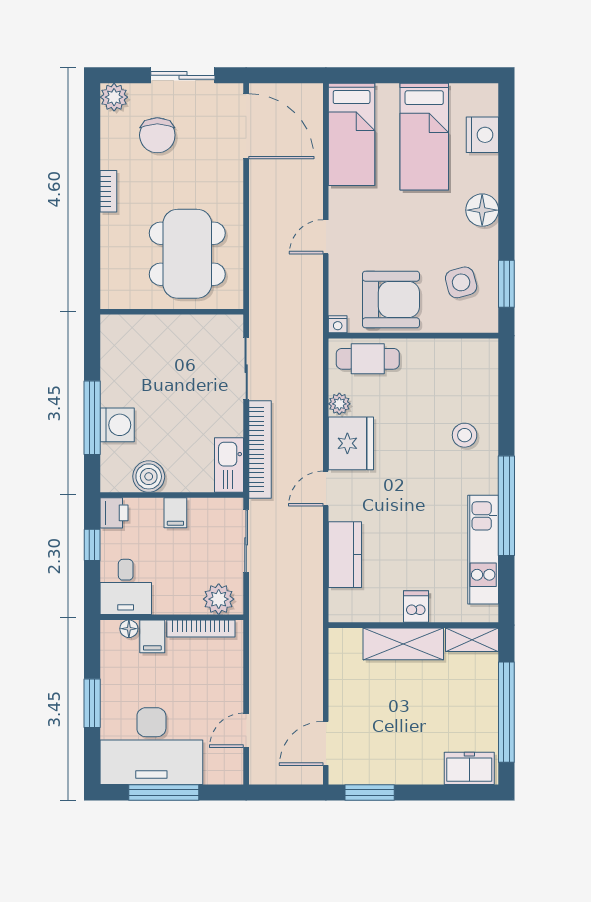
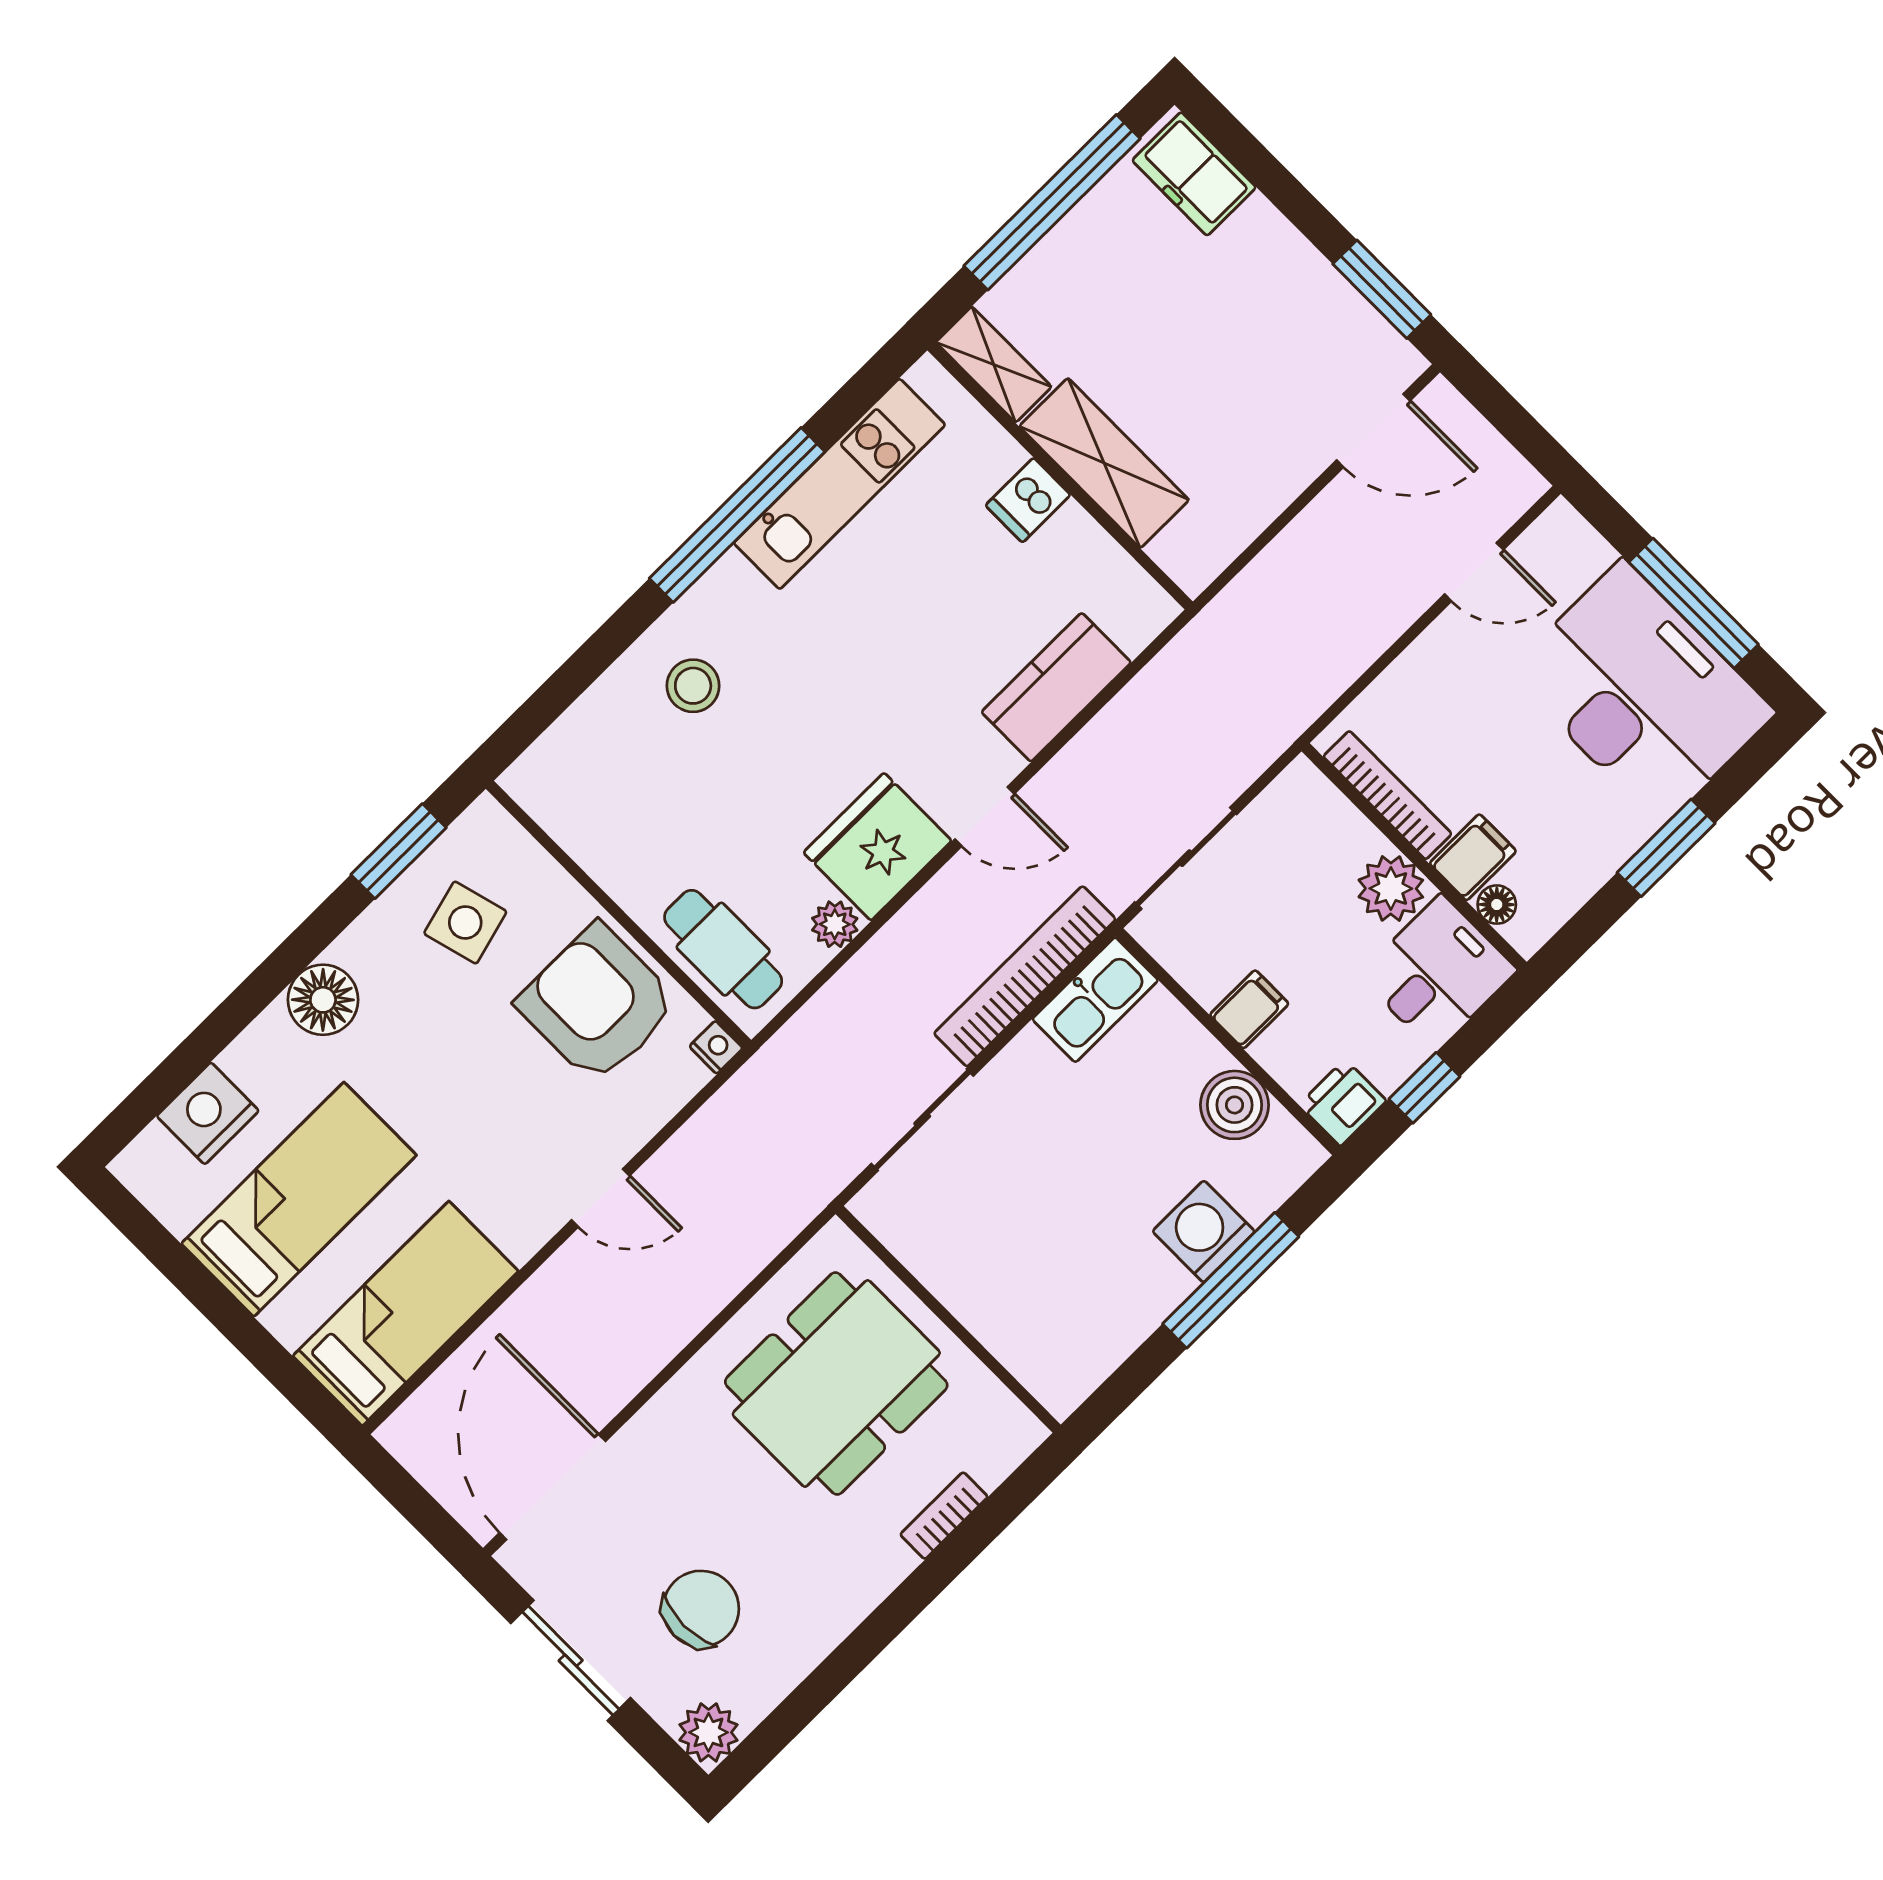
bookcase: (108, 191) -> (944, 1516), moved
plant: (219, 599) -> (1391, 888), moved

